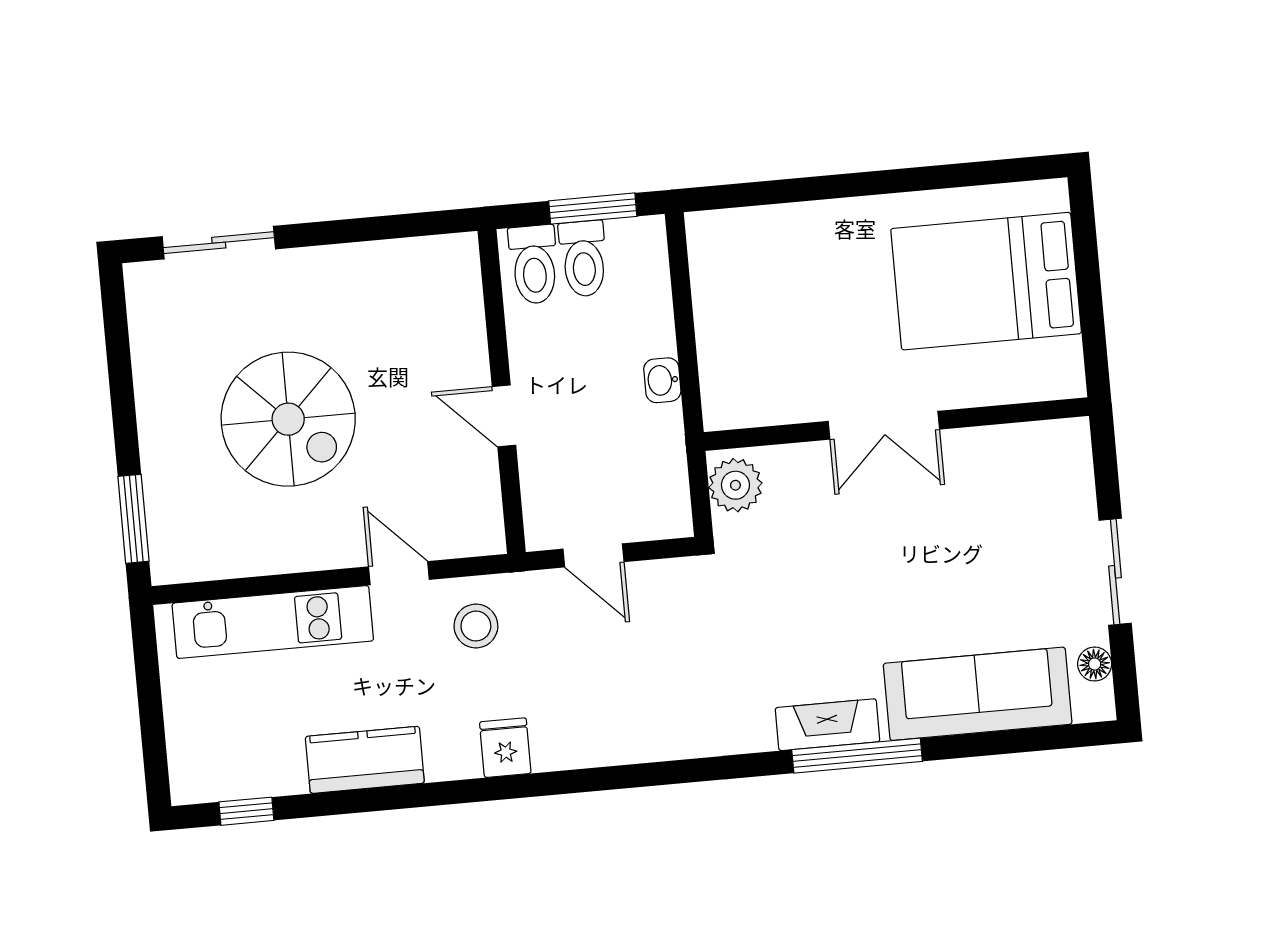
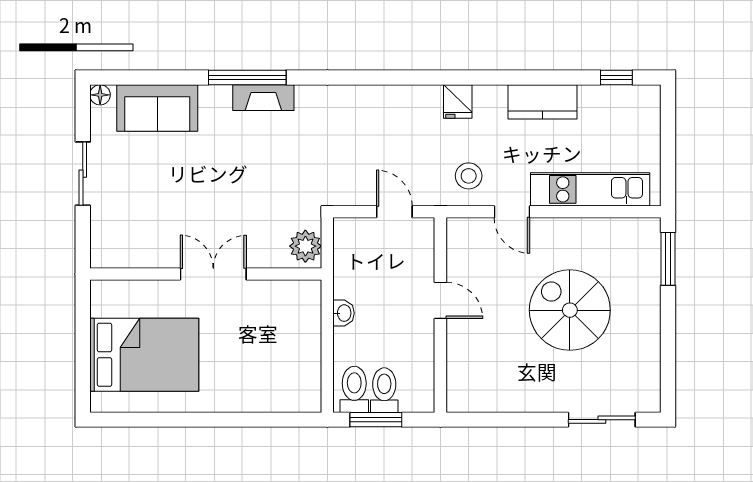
toilet: (534, 264) -> (354, 389), moved
floor lamp: (1095, 664) -> (100, 95), moved
sofa: (978, 694) -> (157, 108), width x0.73

